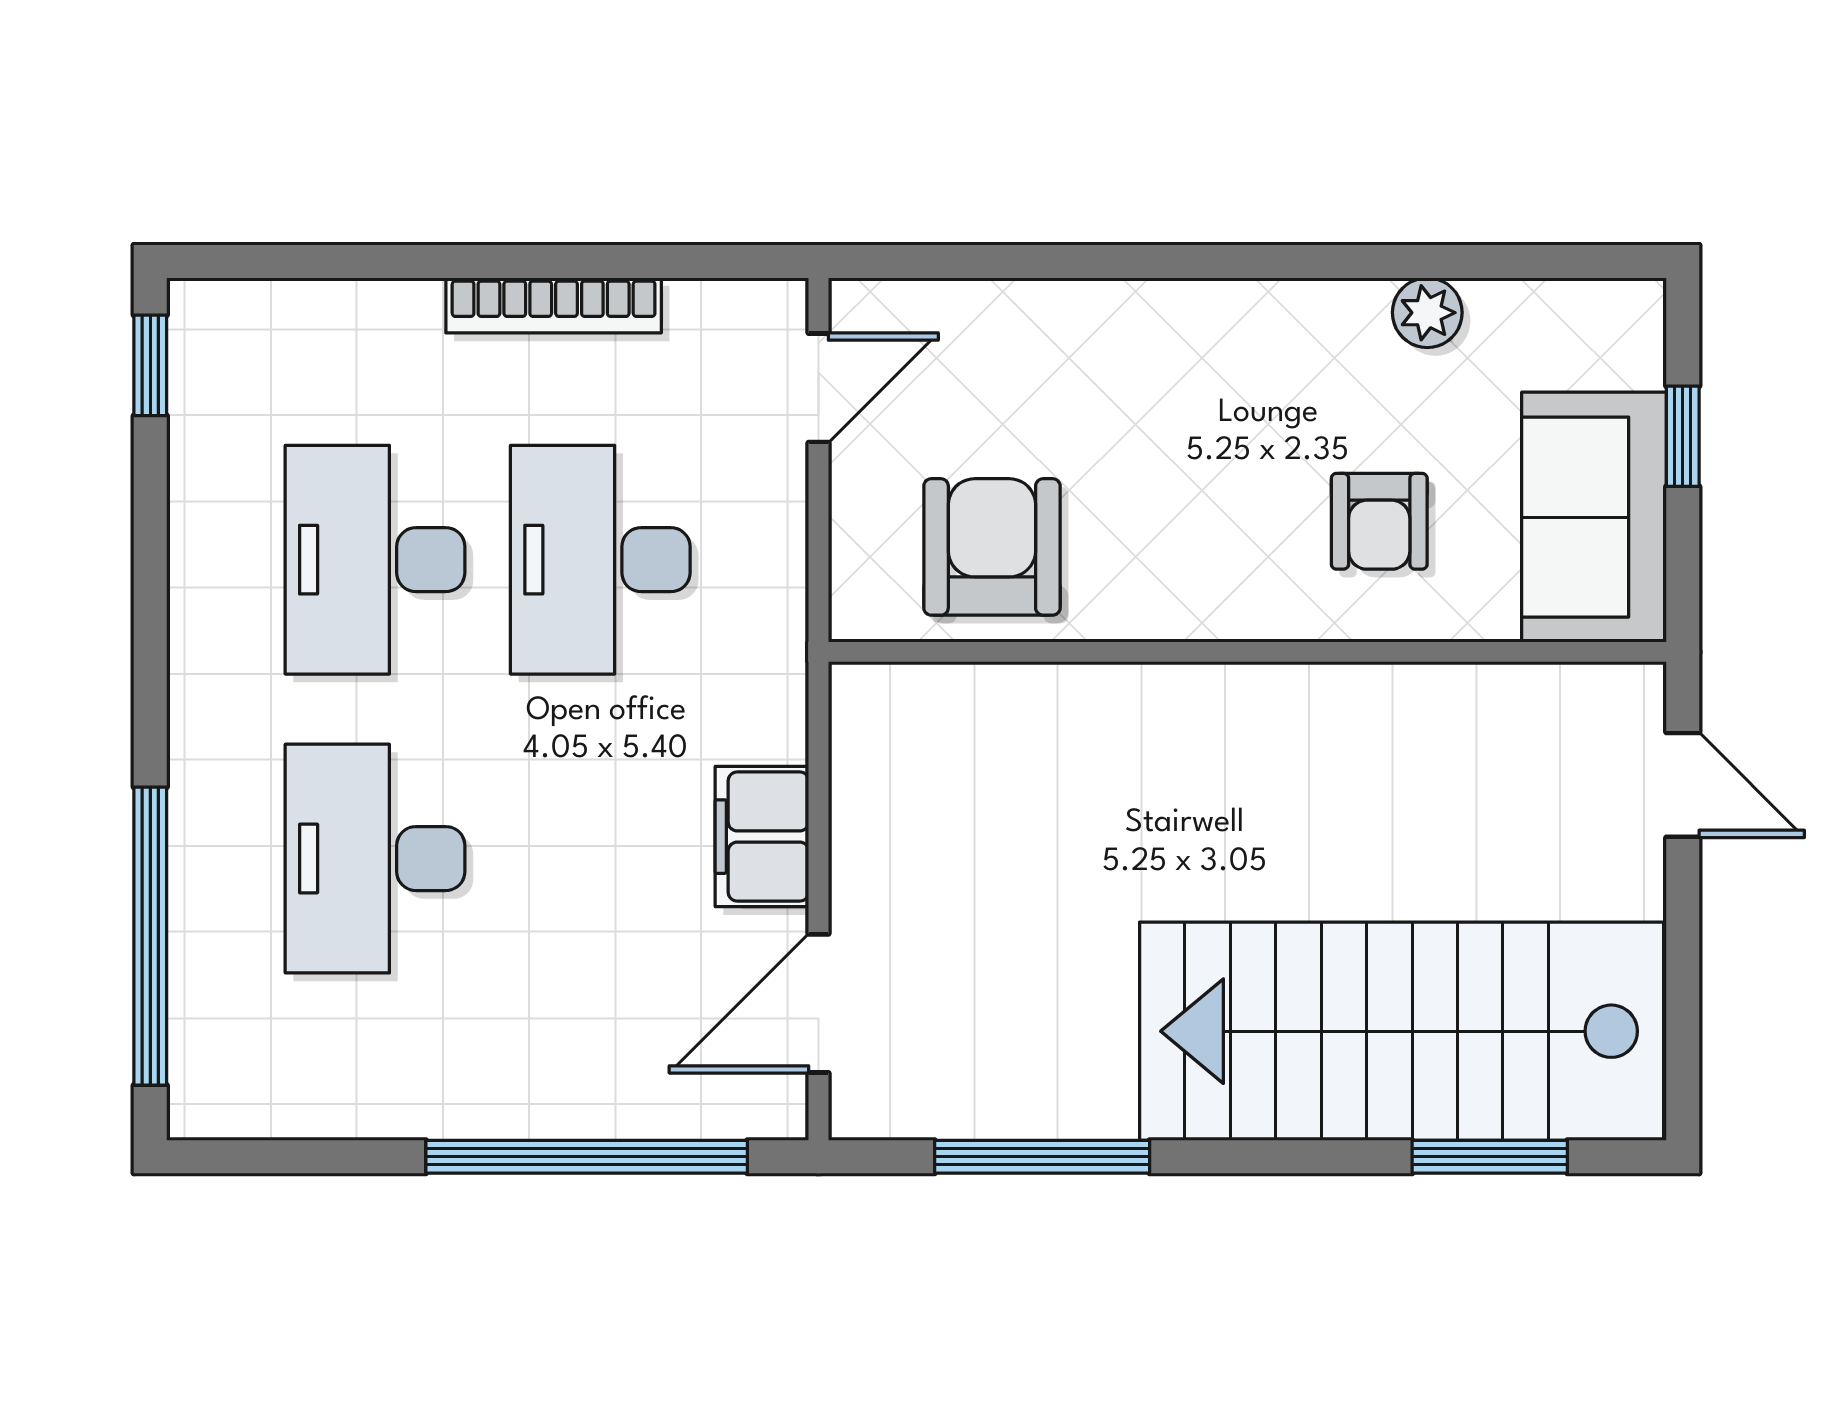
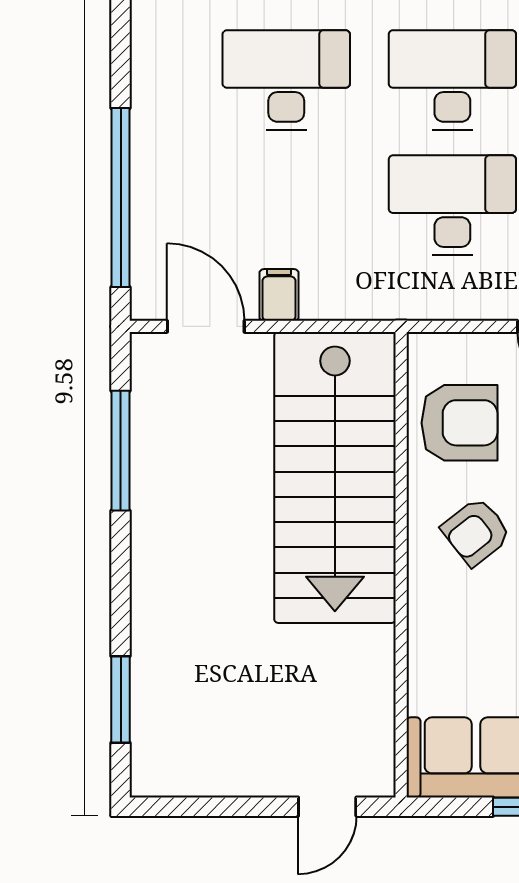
armchair: (1379, 521) -> (476, 532), moved, turned -38
filing cabinet: (762, 837) -> (279, 295), width x0.50
stairs: (1402, 1031) -> (335, 477), moved, turned 180

